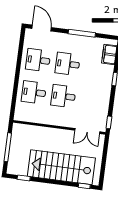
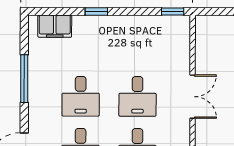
double door: (87, 131) -> (192, 97), moved

